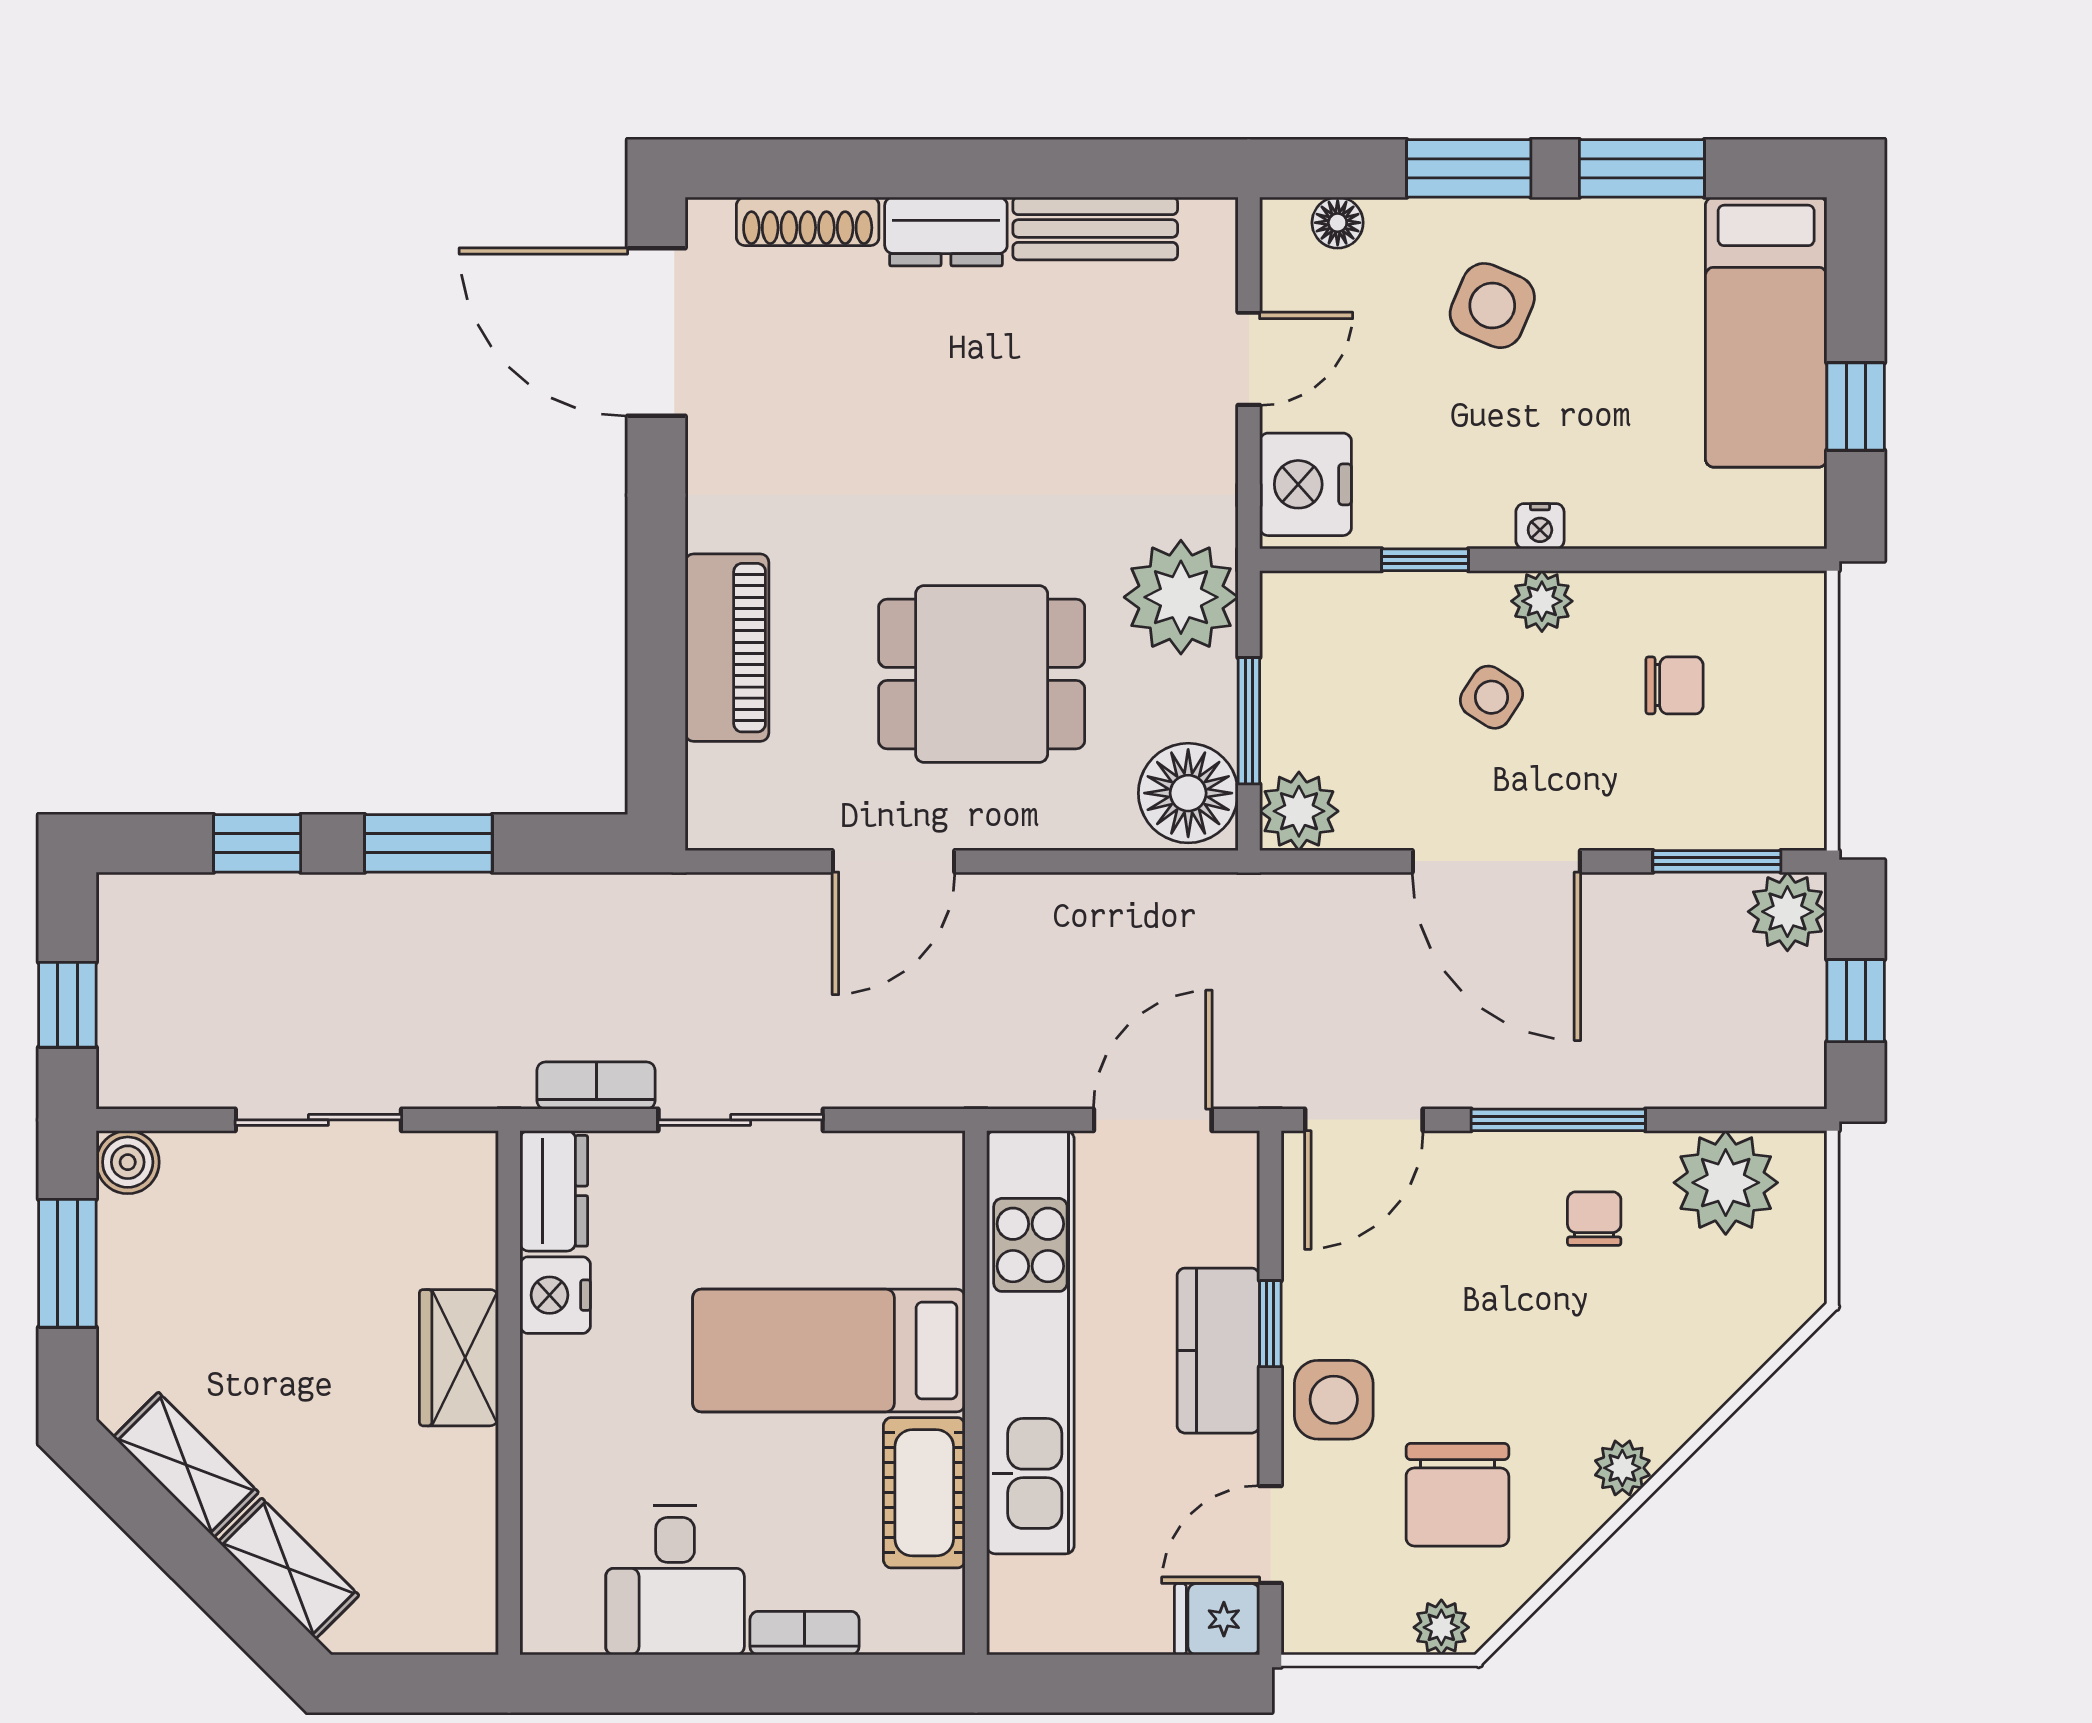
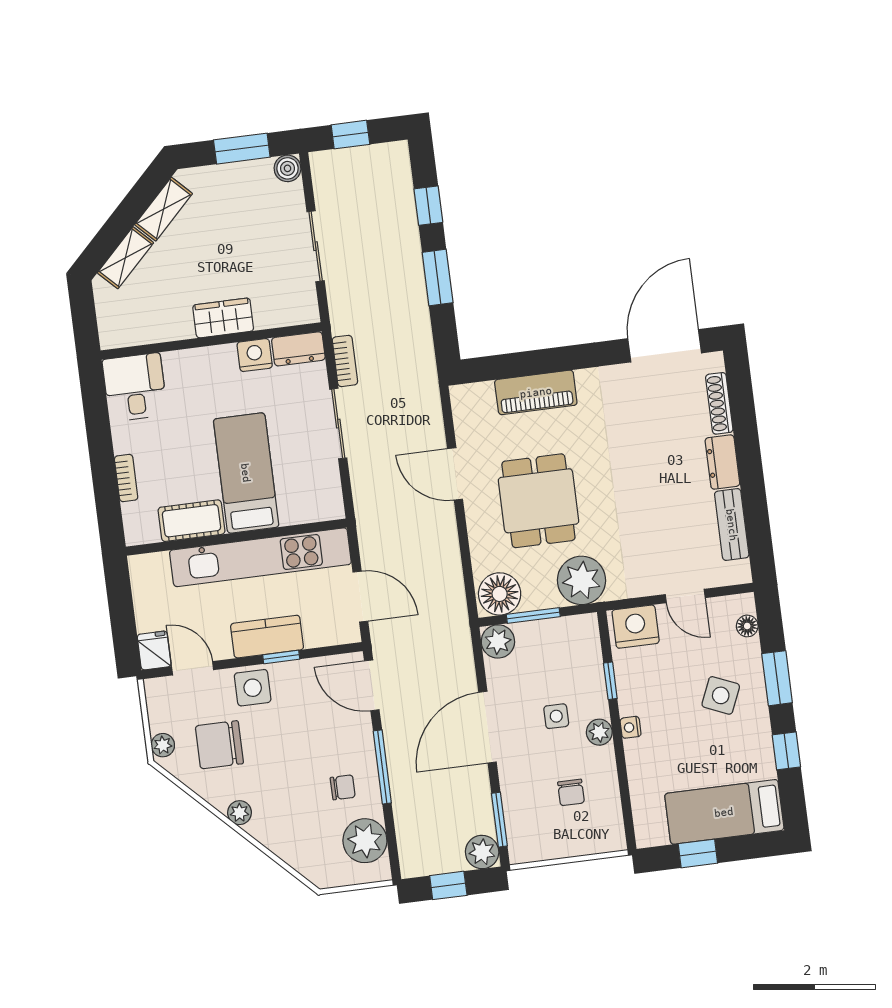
window: (1642, 168) -> (786, 751), width x0.67
side table: (1491, 697) -> (556, 716), turned -33
desk: (675, 1580) -> (135, 387), moved, turned 90

